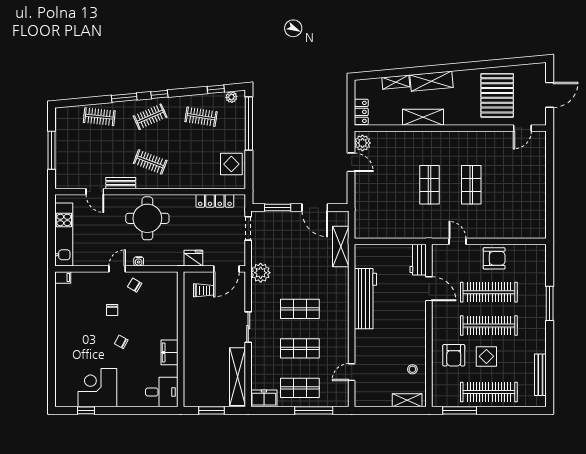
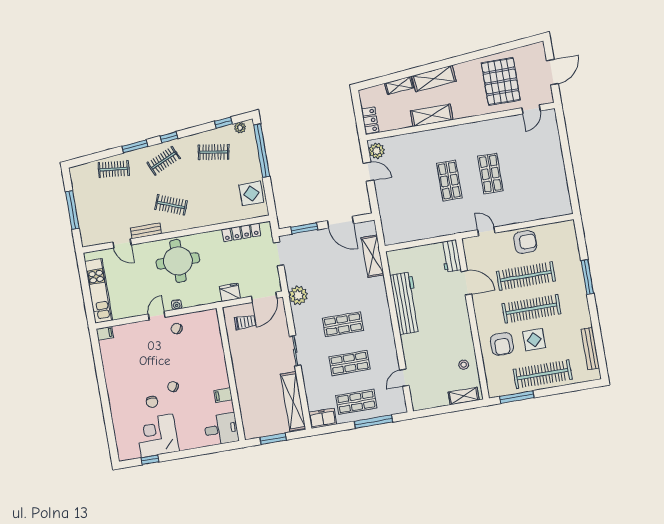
chair: (112, 310) -> (152, 402), moved
filing cabinet: (169, 352) -> (223, 395), width x0.50

